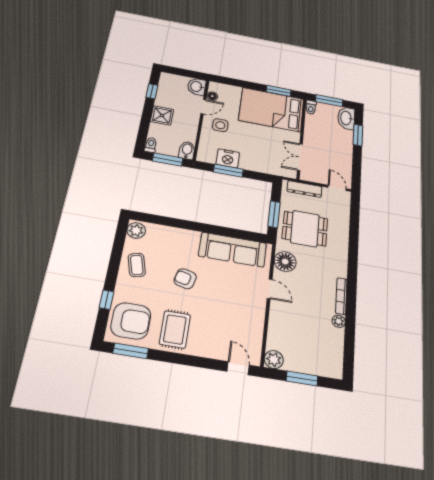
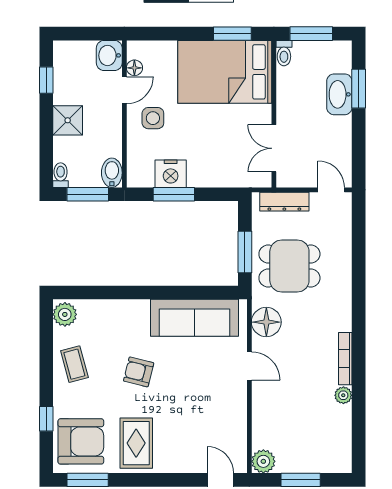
washbasin: (346, 118) -> (339, 94), moved

